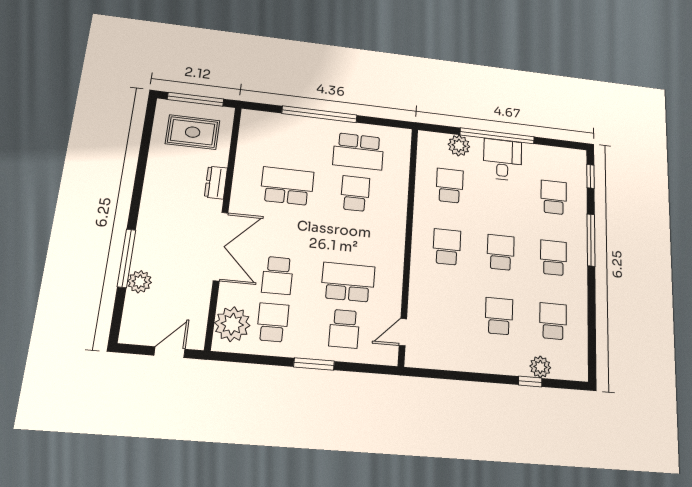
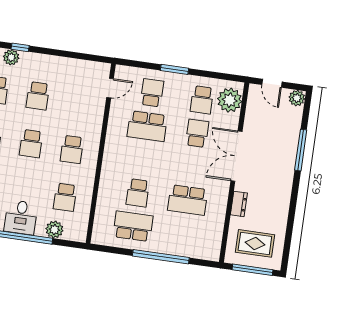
plant: (140, 282) -> (297, 98), moved
door: (169, 352) -> (272, 83), hinge flipped

